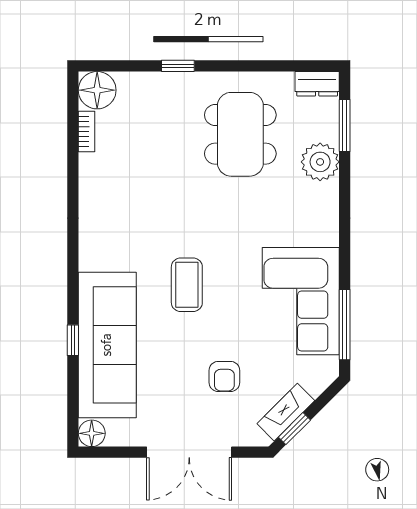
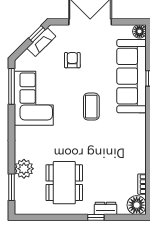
dresser: (317, 84) -> (106, 208), moved

